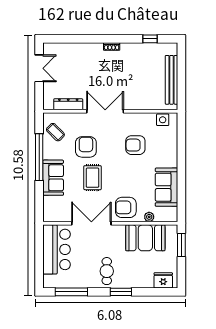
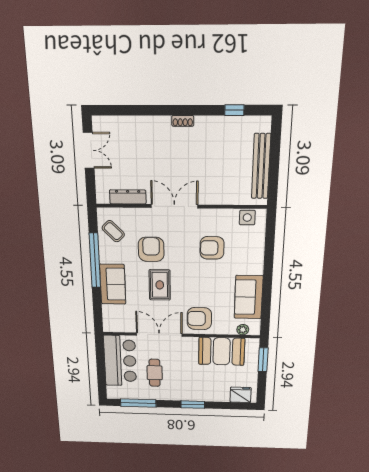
plant: (149, 217) -> (243, 330), moved
cafe table: (107, 271) -> (155, 373), moved

